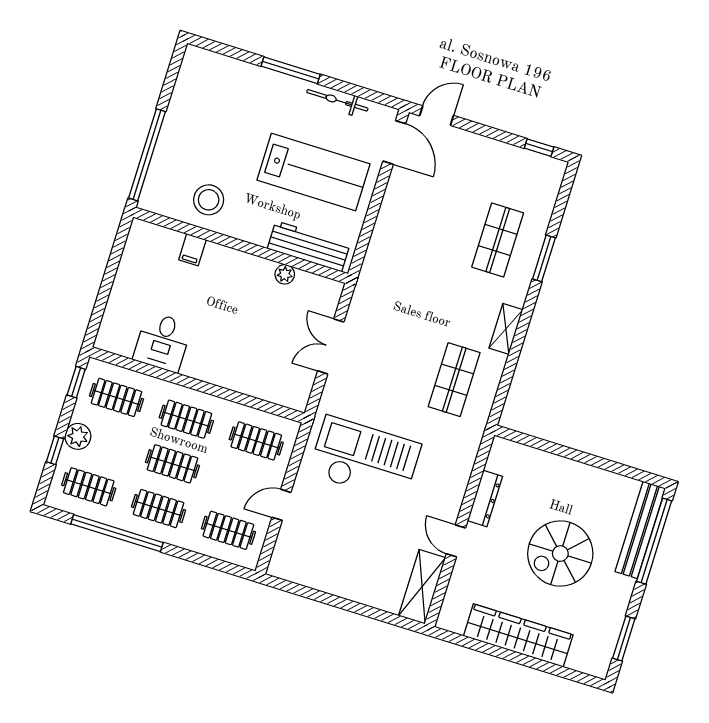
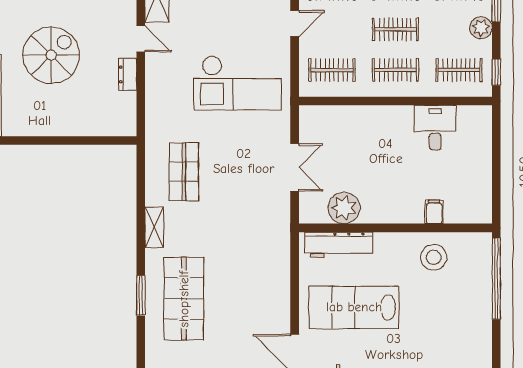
shop shelf: (498, 240) -> (184, 299), width x1.43, depth x1.36
plant: (285, 274) -> (344, 208), width x1.88, depth x1.88
dresser: (485, 498) -> (128, 74), width x0.70

